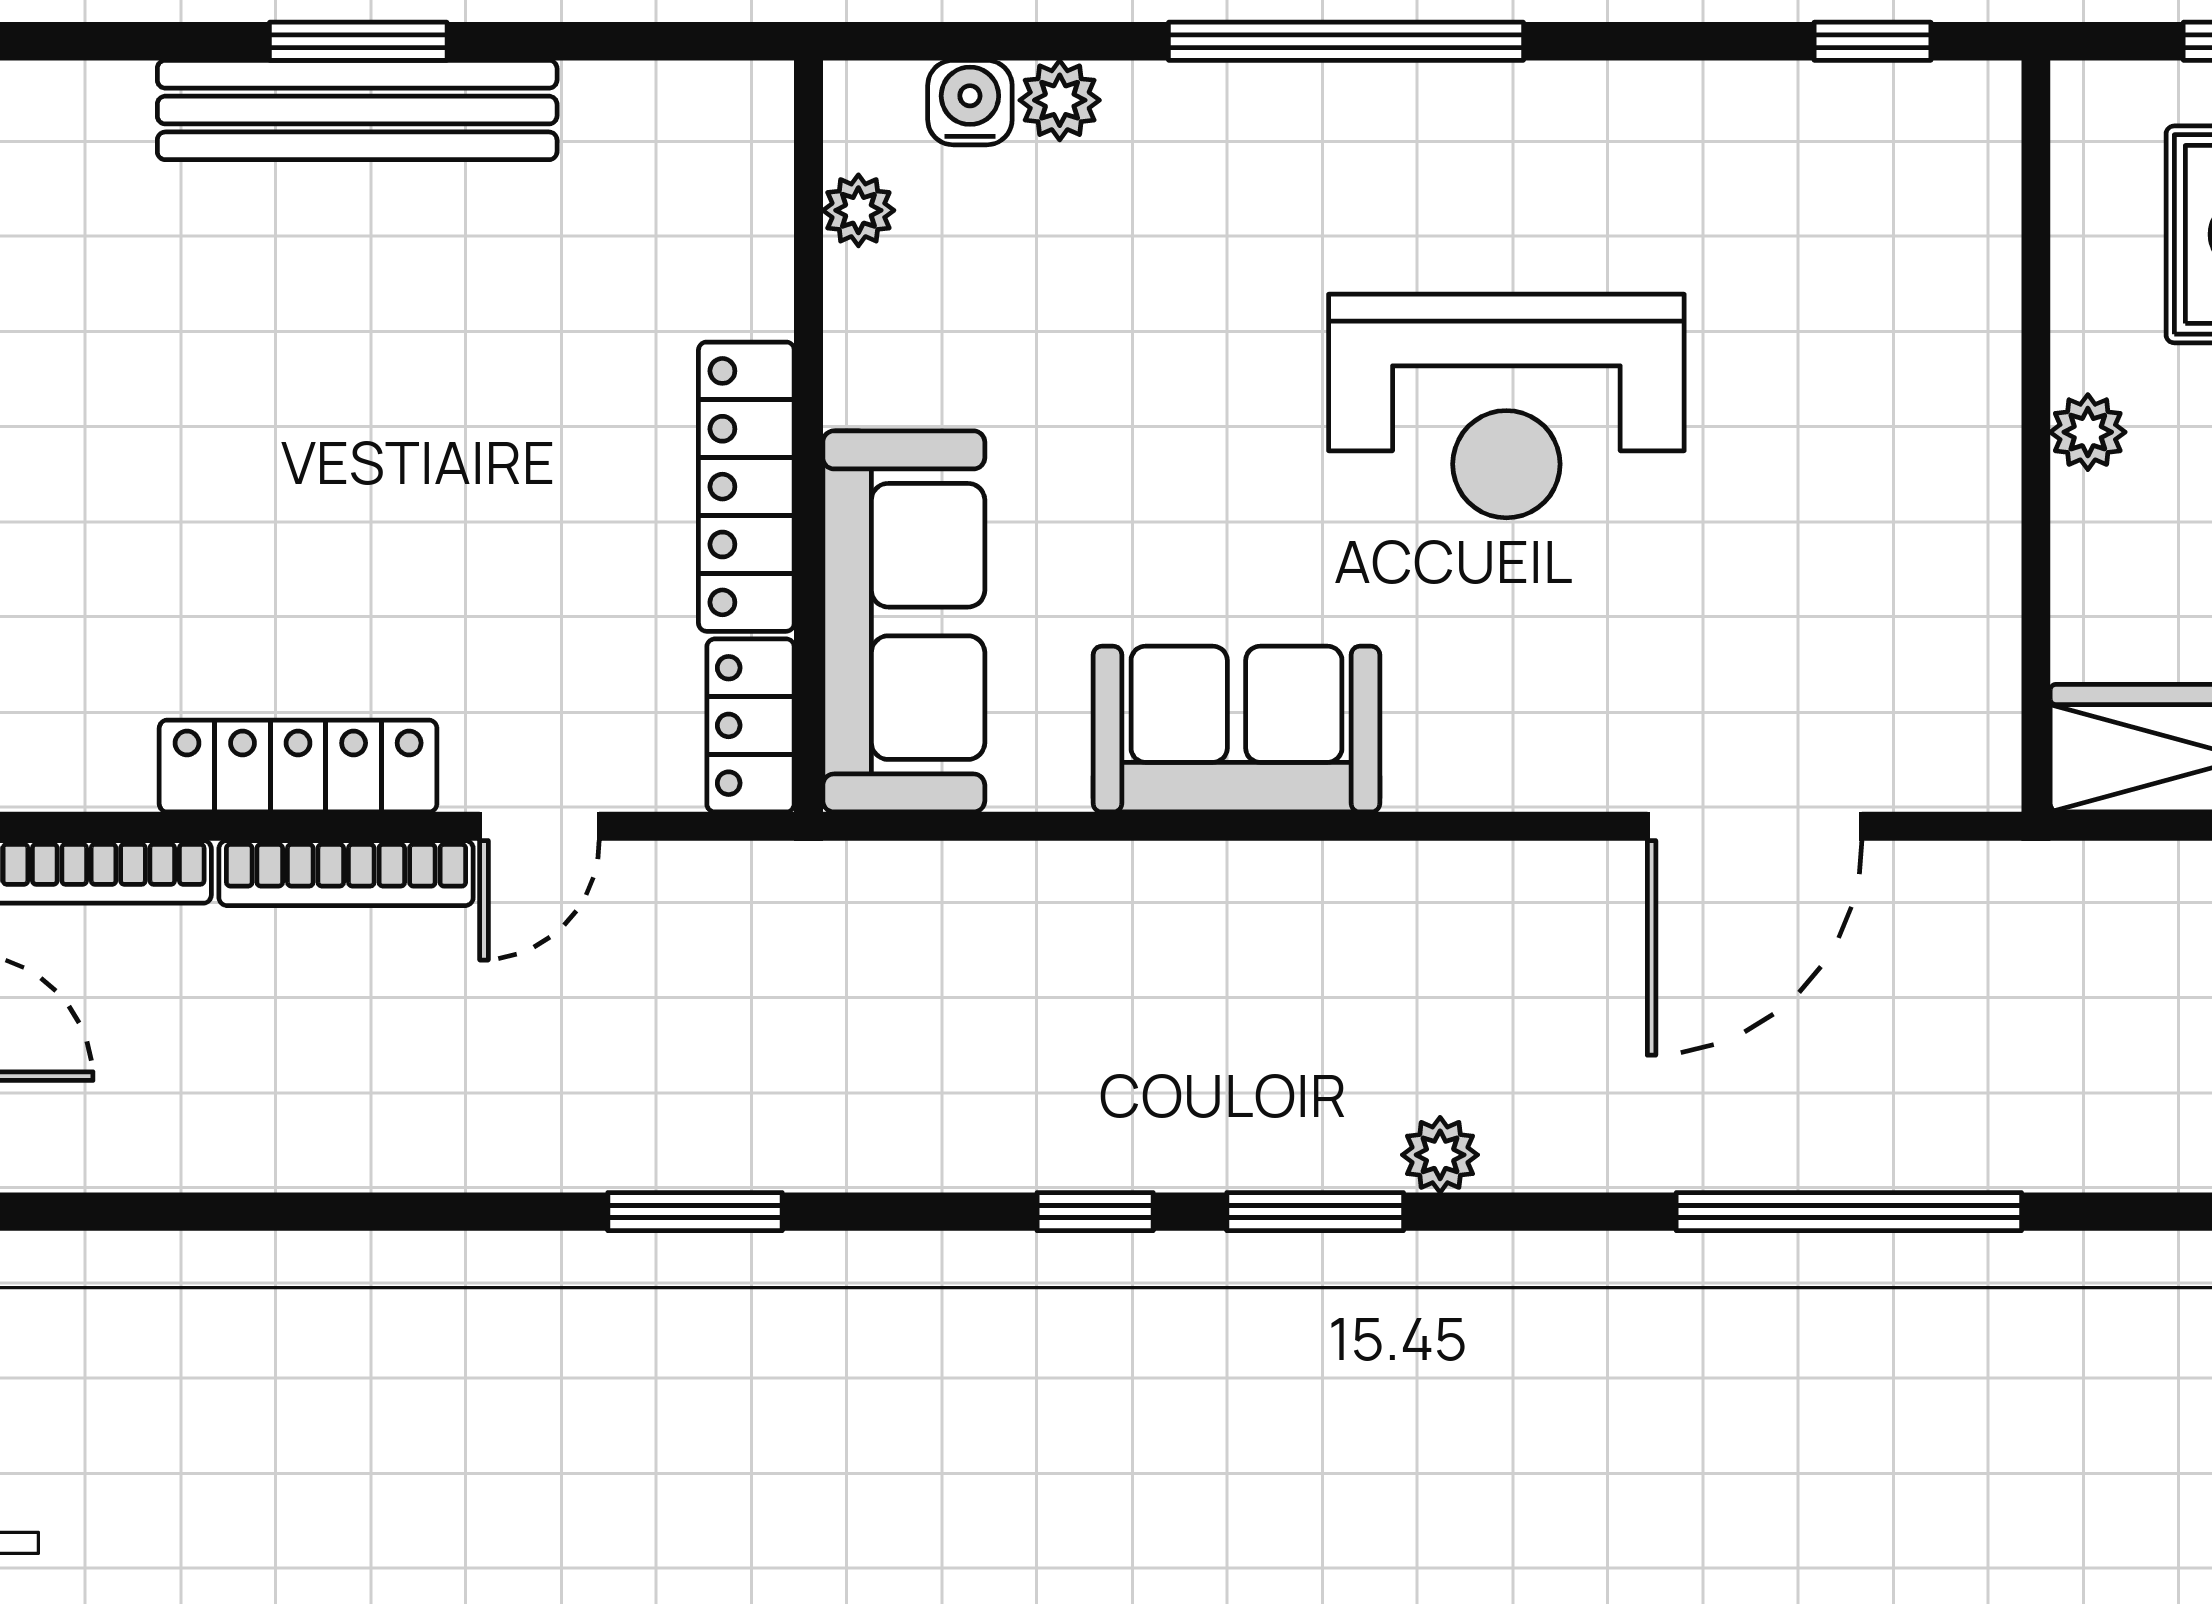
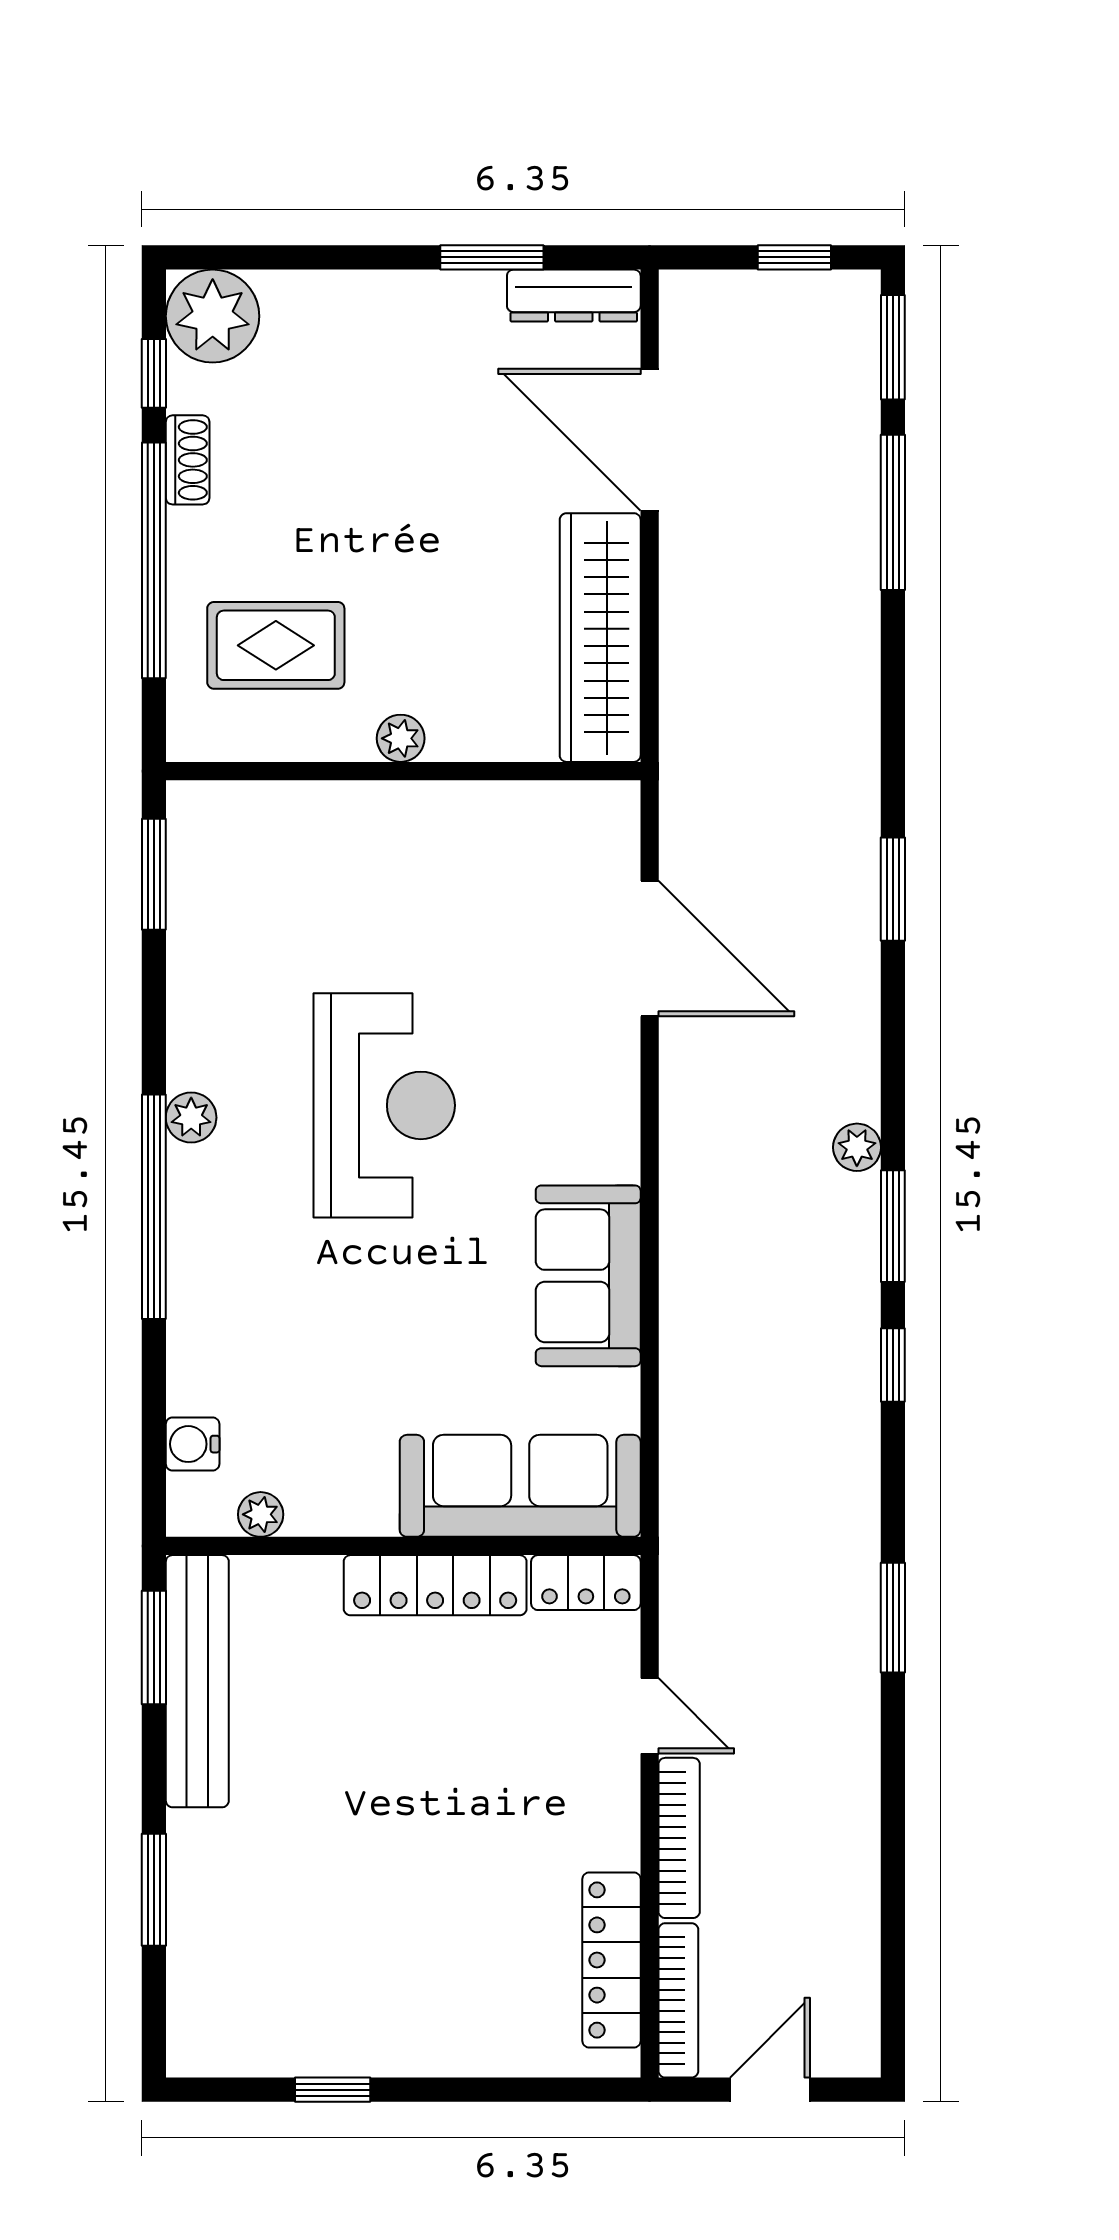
window: (358, 41) -> (154, 1890), moved
window: (648, 41) -> (154, 1648), added
window: (1872, 41) -> (154, 874), width x1.50
plant: (1060, 100) -> (191, 1118), moved
bench: (357, 110) -> (197, 1681), moved
locker: (298, 766) -> (611, 1960), moved
window: (1849, 1212) -> (893, 889), width x0.47

